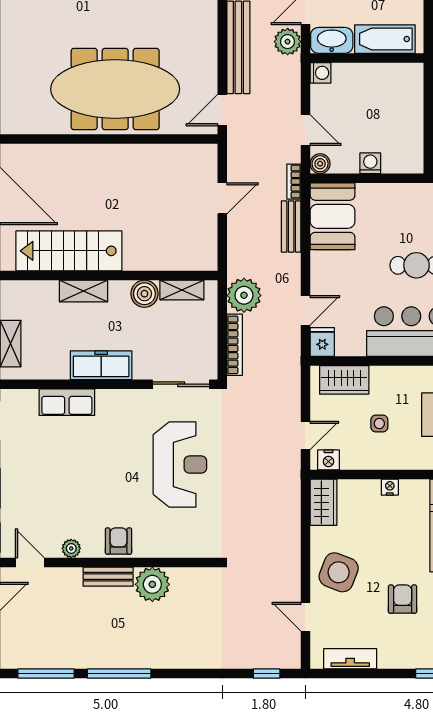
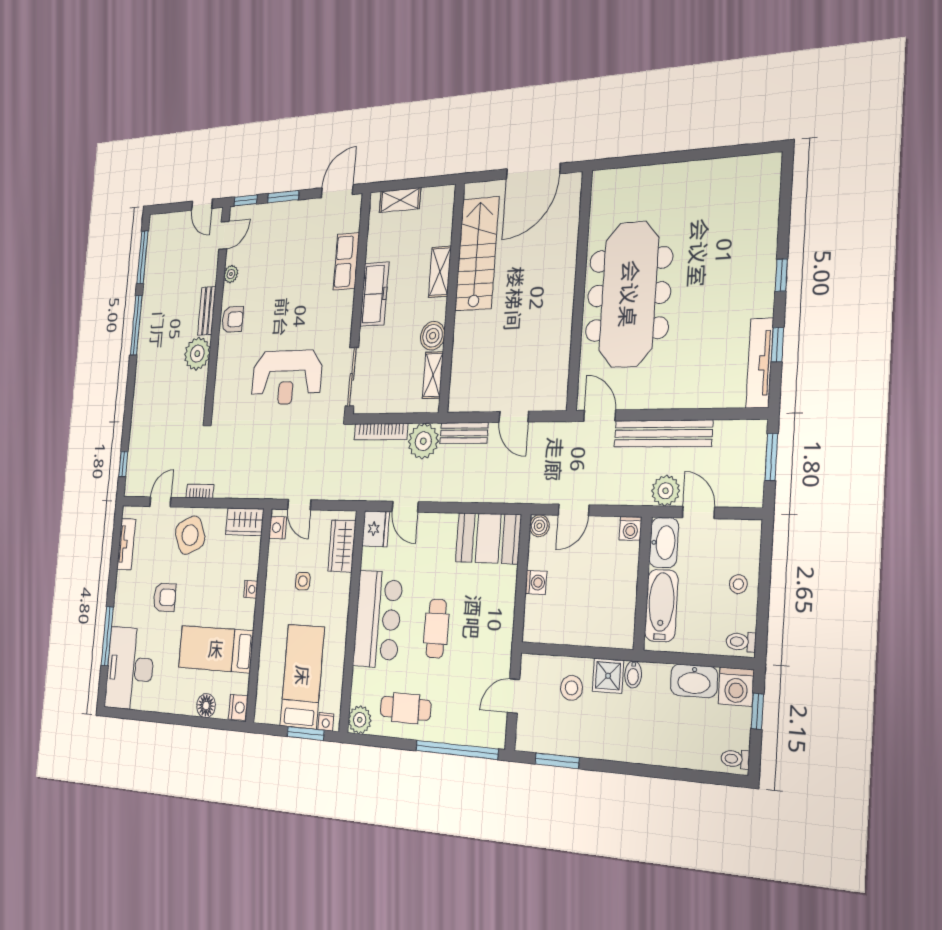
bookcase: (294, 182) -> (200, 491), moved
bench: (291, 227) -> (464, 433), moved
fridge: (322, 342) -> (376, 529), width x1.38
side table: (339, 572) -> (190, 535), turned 45

